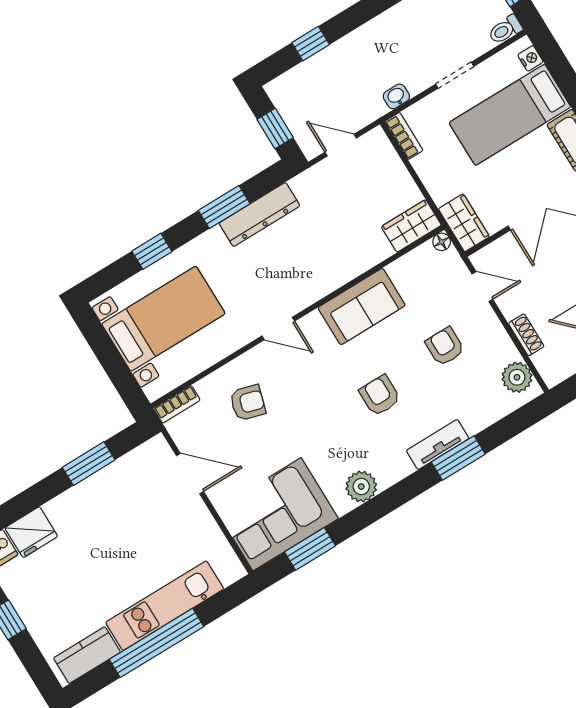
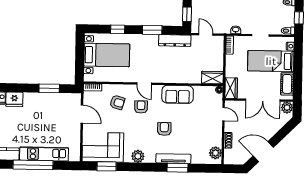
dresser: (259, 214) -> (175, 40), moved
armchair: (445, 346) -> (141, 107), moved
tv unit: (438, 445) -> (173, 159), width x1.41

